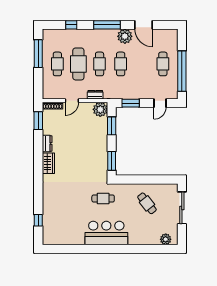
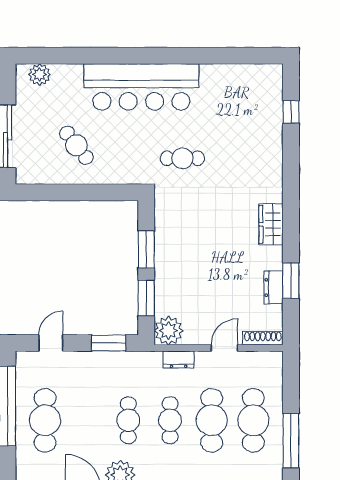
cafe table: (57, 64) -> (253, 420), width x1.37, depth x1.35
cafe table: (163, 64) -> (45, 420), width x1.37, depth x1.35
window: (38, 121) -> (291, 281), moved
dresser: (47, 143) -> (274, 287), moved
window: (112, 161) -> (146, 249), moved
cafe table: (103, 199) -> (182, 158), moved
bar counter: (106, 233) -> (141, 87), width x1.36

